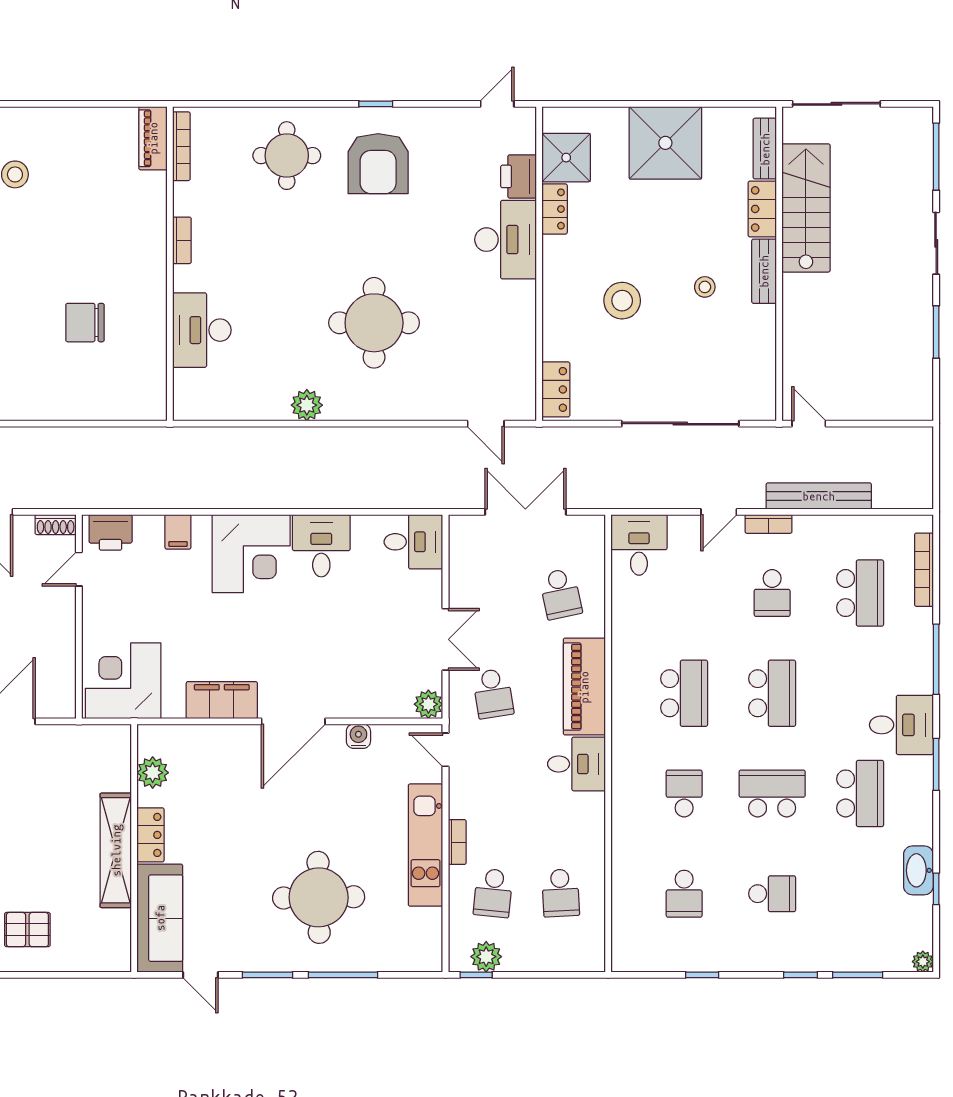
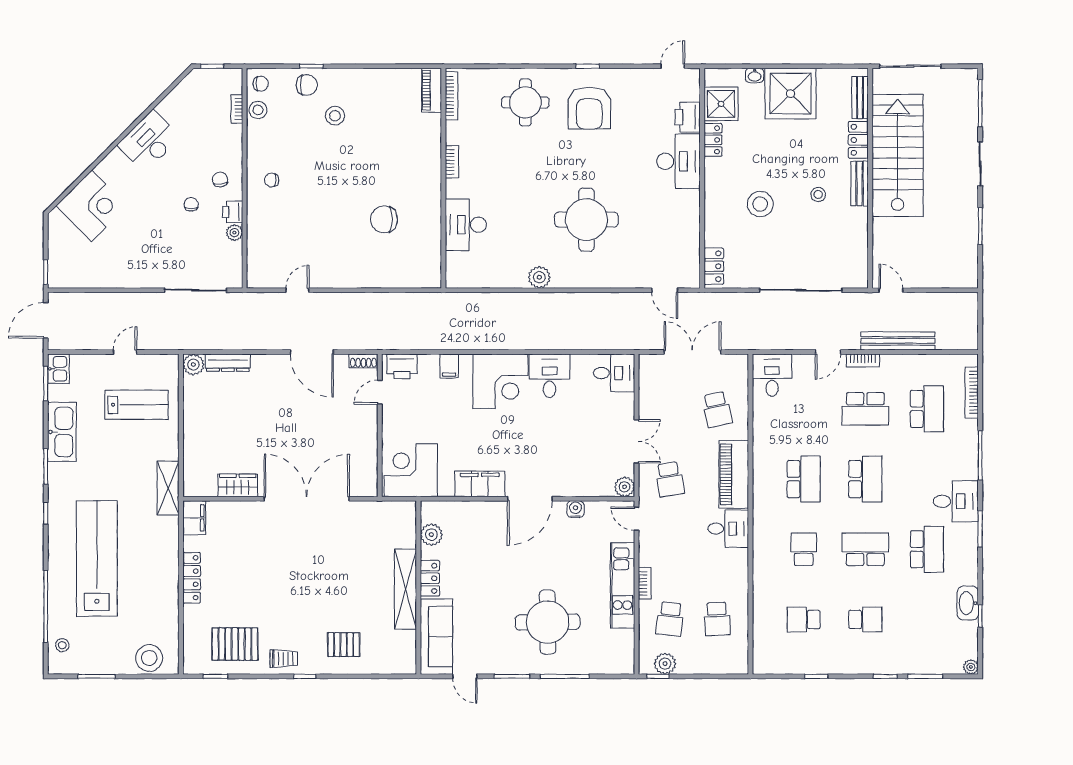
washbasin: (614, 117) -> (755, 75), added
stairs: (806, 208) -> (898, 155), width x1.36, depth x1.51
school desk: (772, 593) -> (865, 409), width x1.85
school desk: (684, 894) -> (804, 619), turned 90

